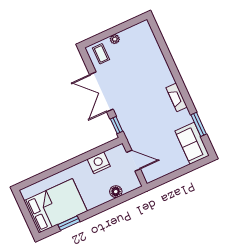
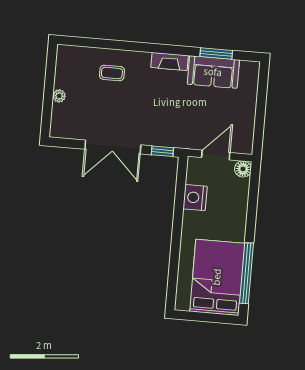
coffee table: (101, 54) -> (112, 73), moved
sofa: (192, 143) -> (213, 72), moved
floor lamp: (116, 192) -> (243, 169), moved
window: (69, 223) -> (247, 273), width x2.11

